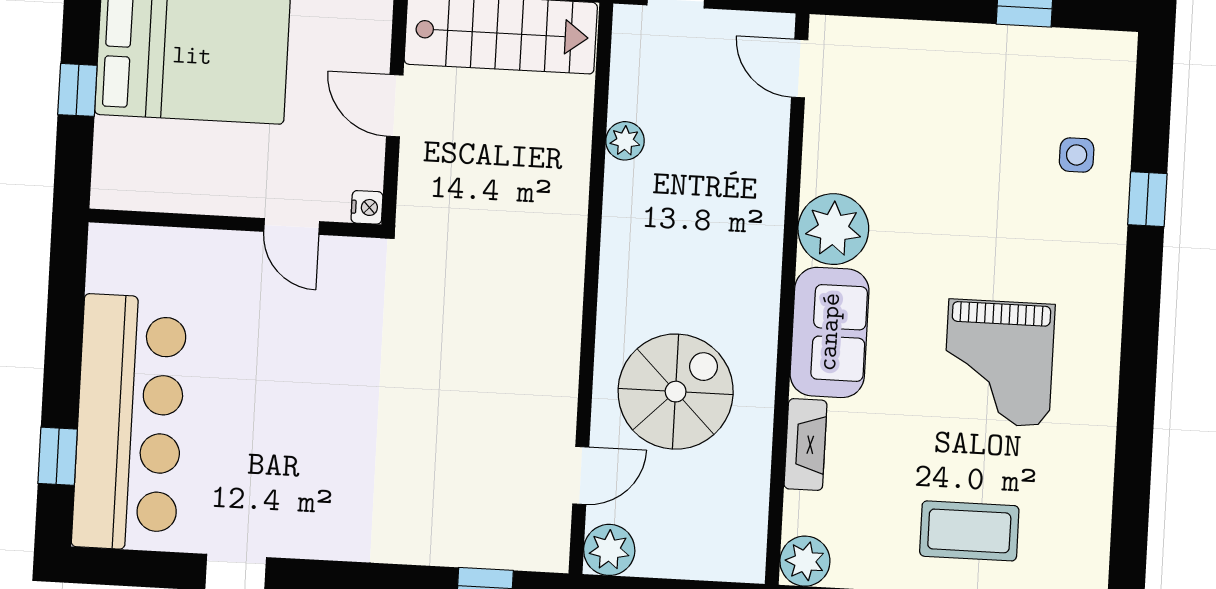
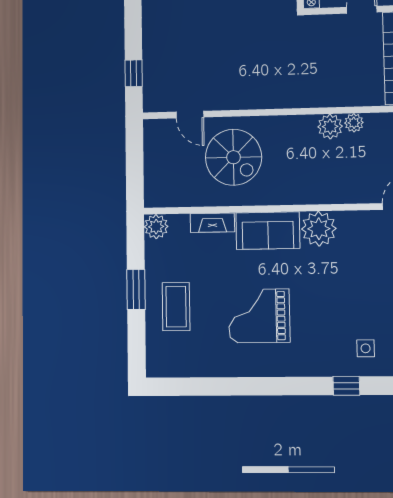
plant: (609, 550) -> (330, 127), moved

